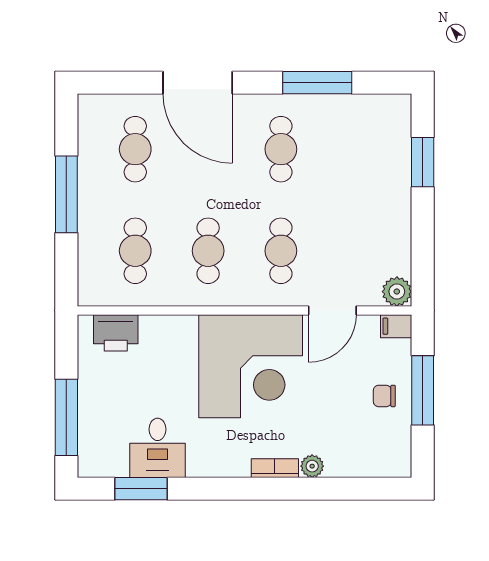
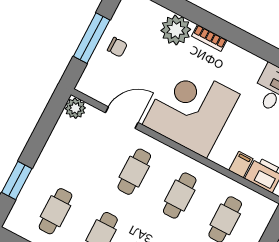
cafe table: (354, 149) -> (56, 211), added
filing cabinet: (396, 326) -> (241, 165), moved, turned -90
plant: (312, 466) -> (176, 30), width x1.88, depth x1.88

